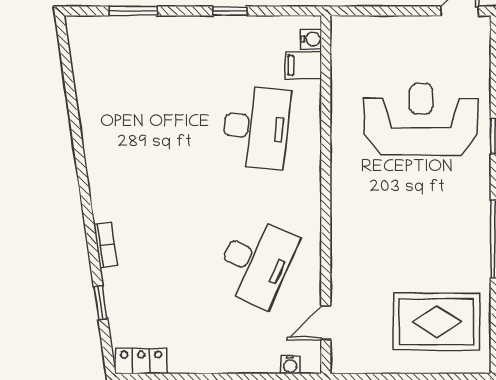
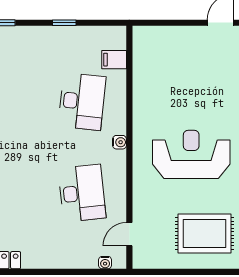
water cooler: (311, 39) -> (120, 142), moved
reception desk: (421, 119) -> (191, 154), moved
desk: (256, 262) -> (82, 193), turned -30

